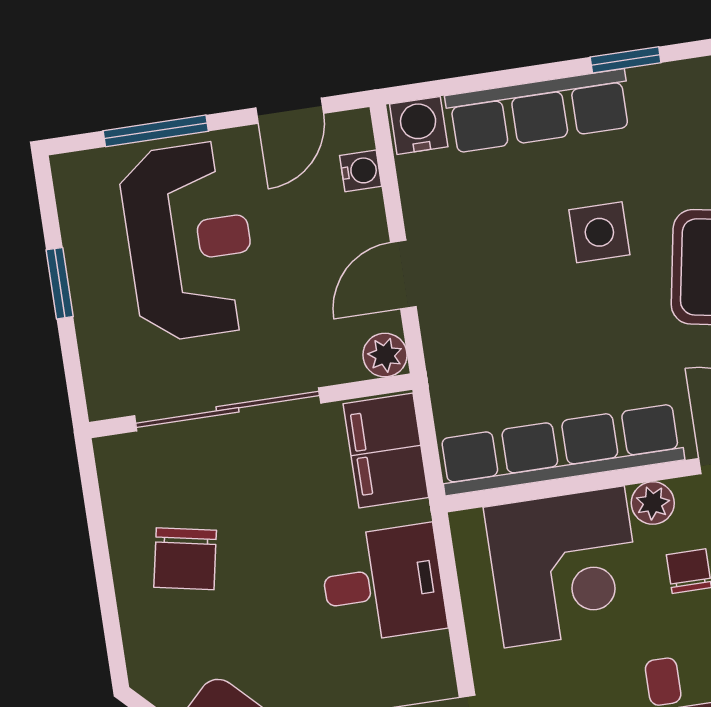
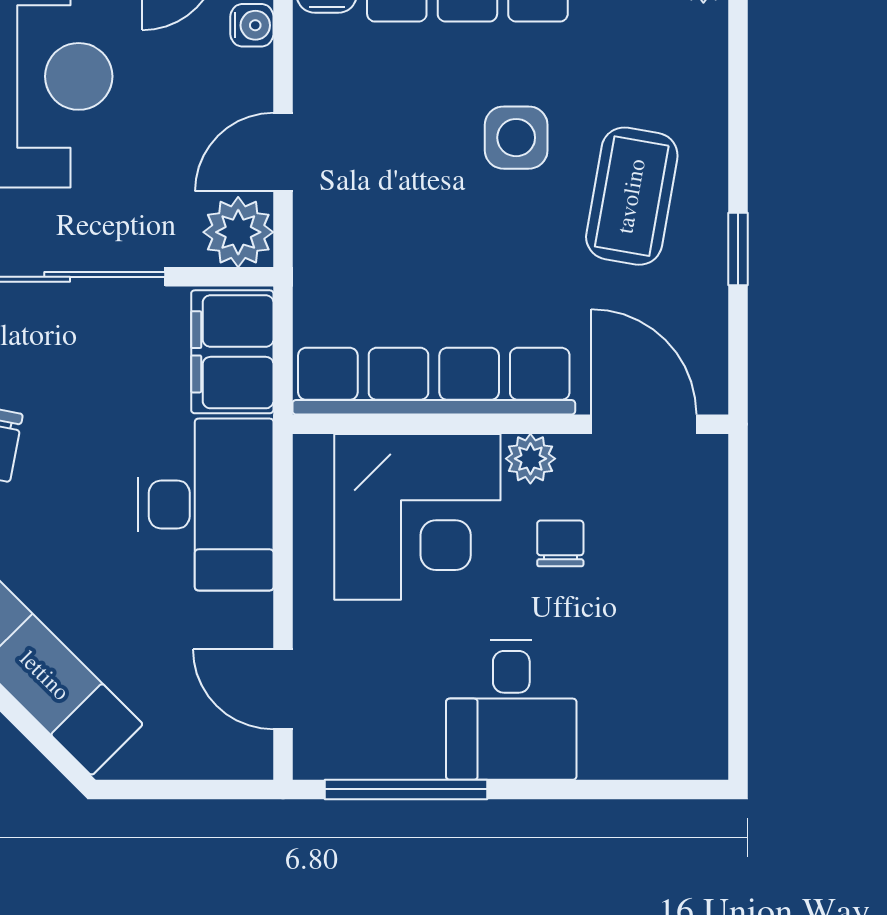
plant: (385, 355) -> (238, 232), width x1.38, depth x1.38
desk: (383, 584) -> (206, 505), width x1.37

